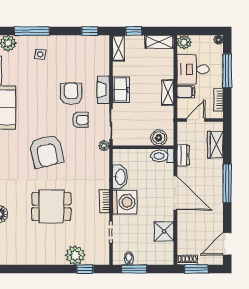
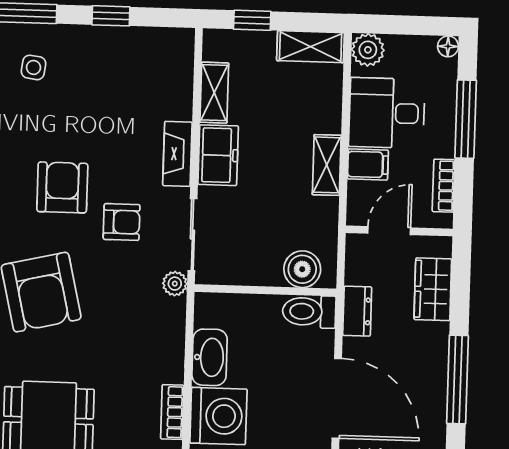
window: (90, 31) -> (111, 16), moved
shelving: (118, 48) -> (214, 93), moved
armchair: (71, 94) -> (62, 187), moved

